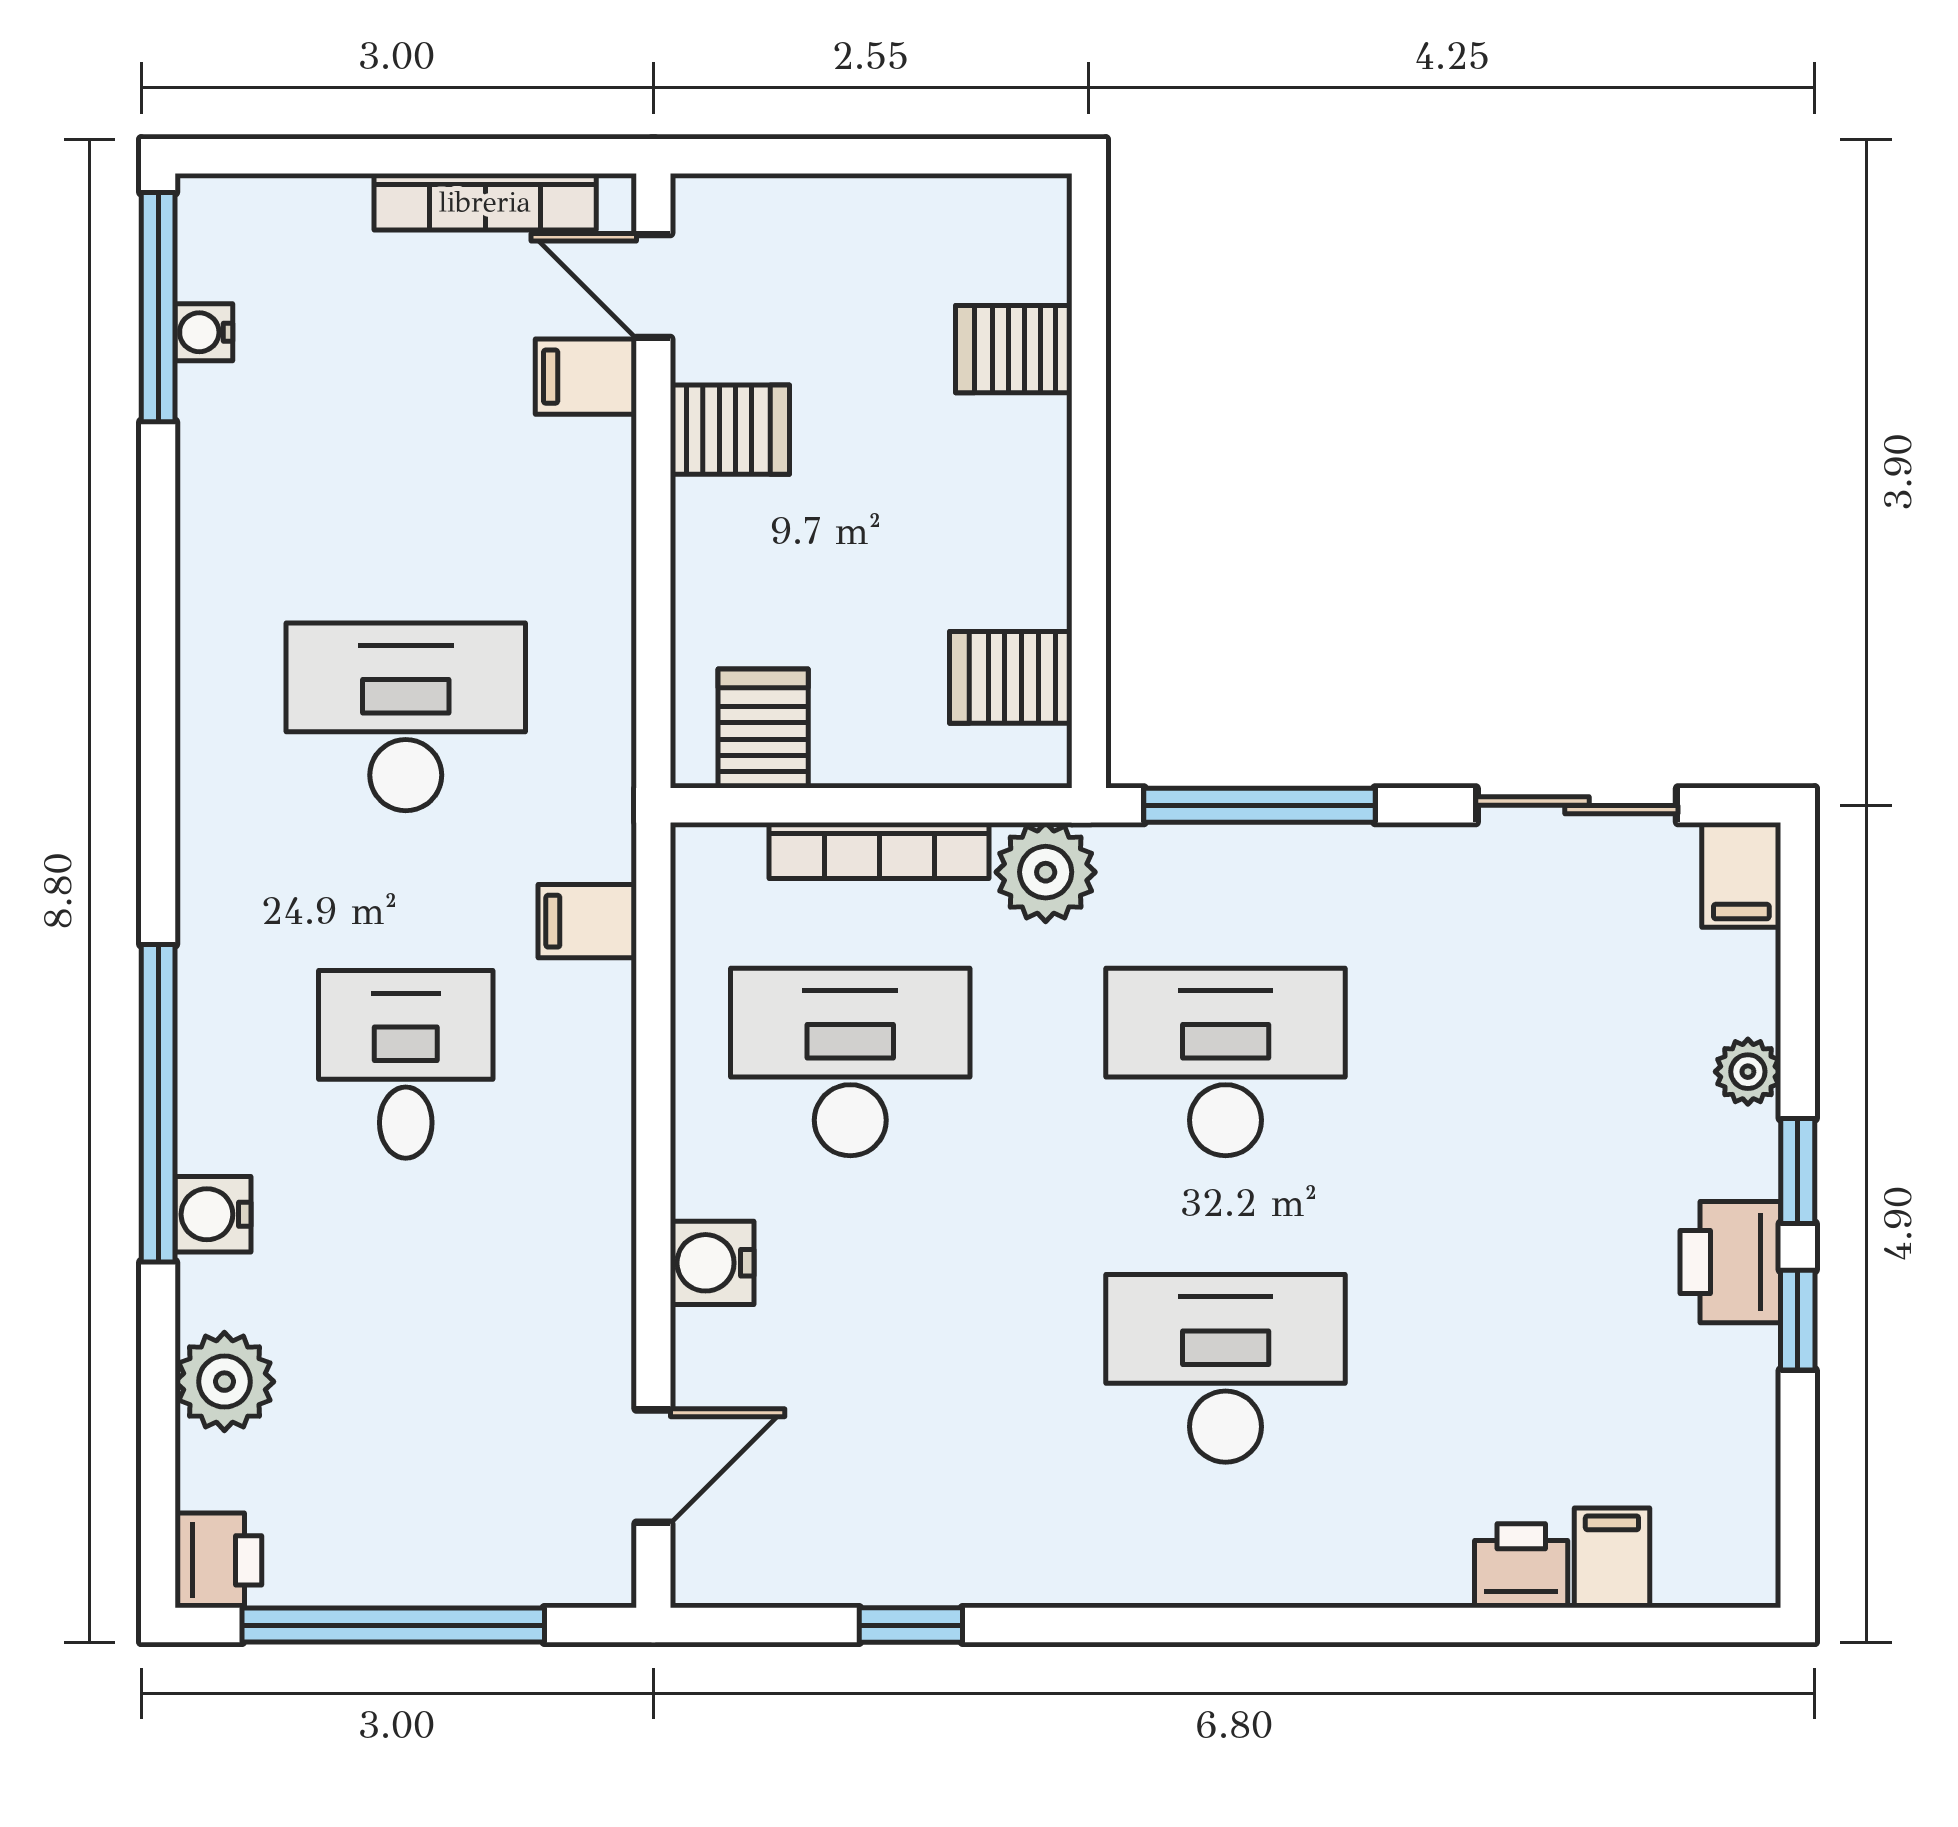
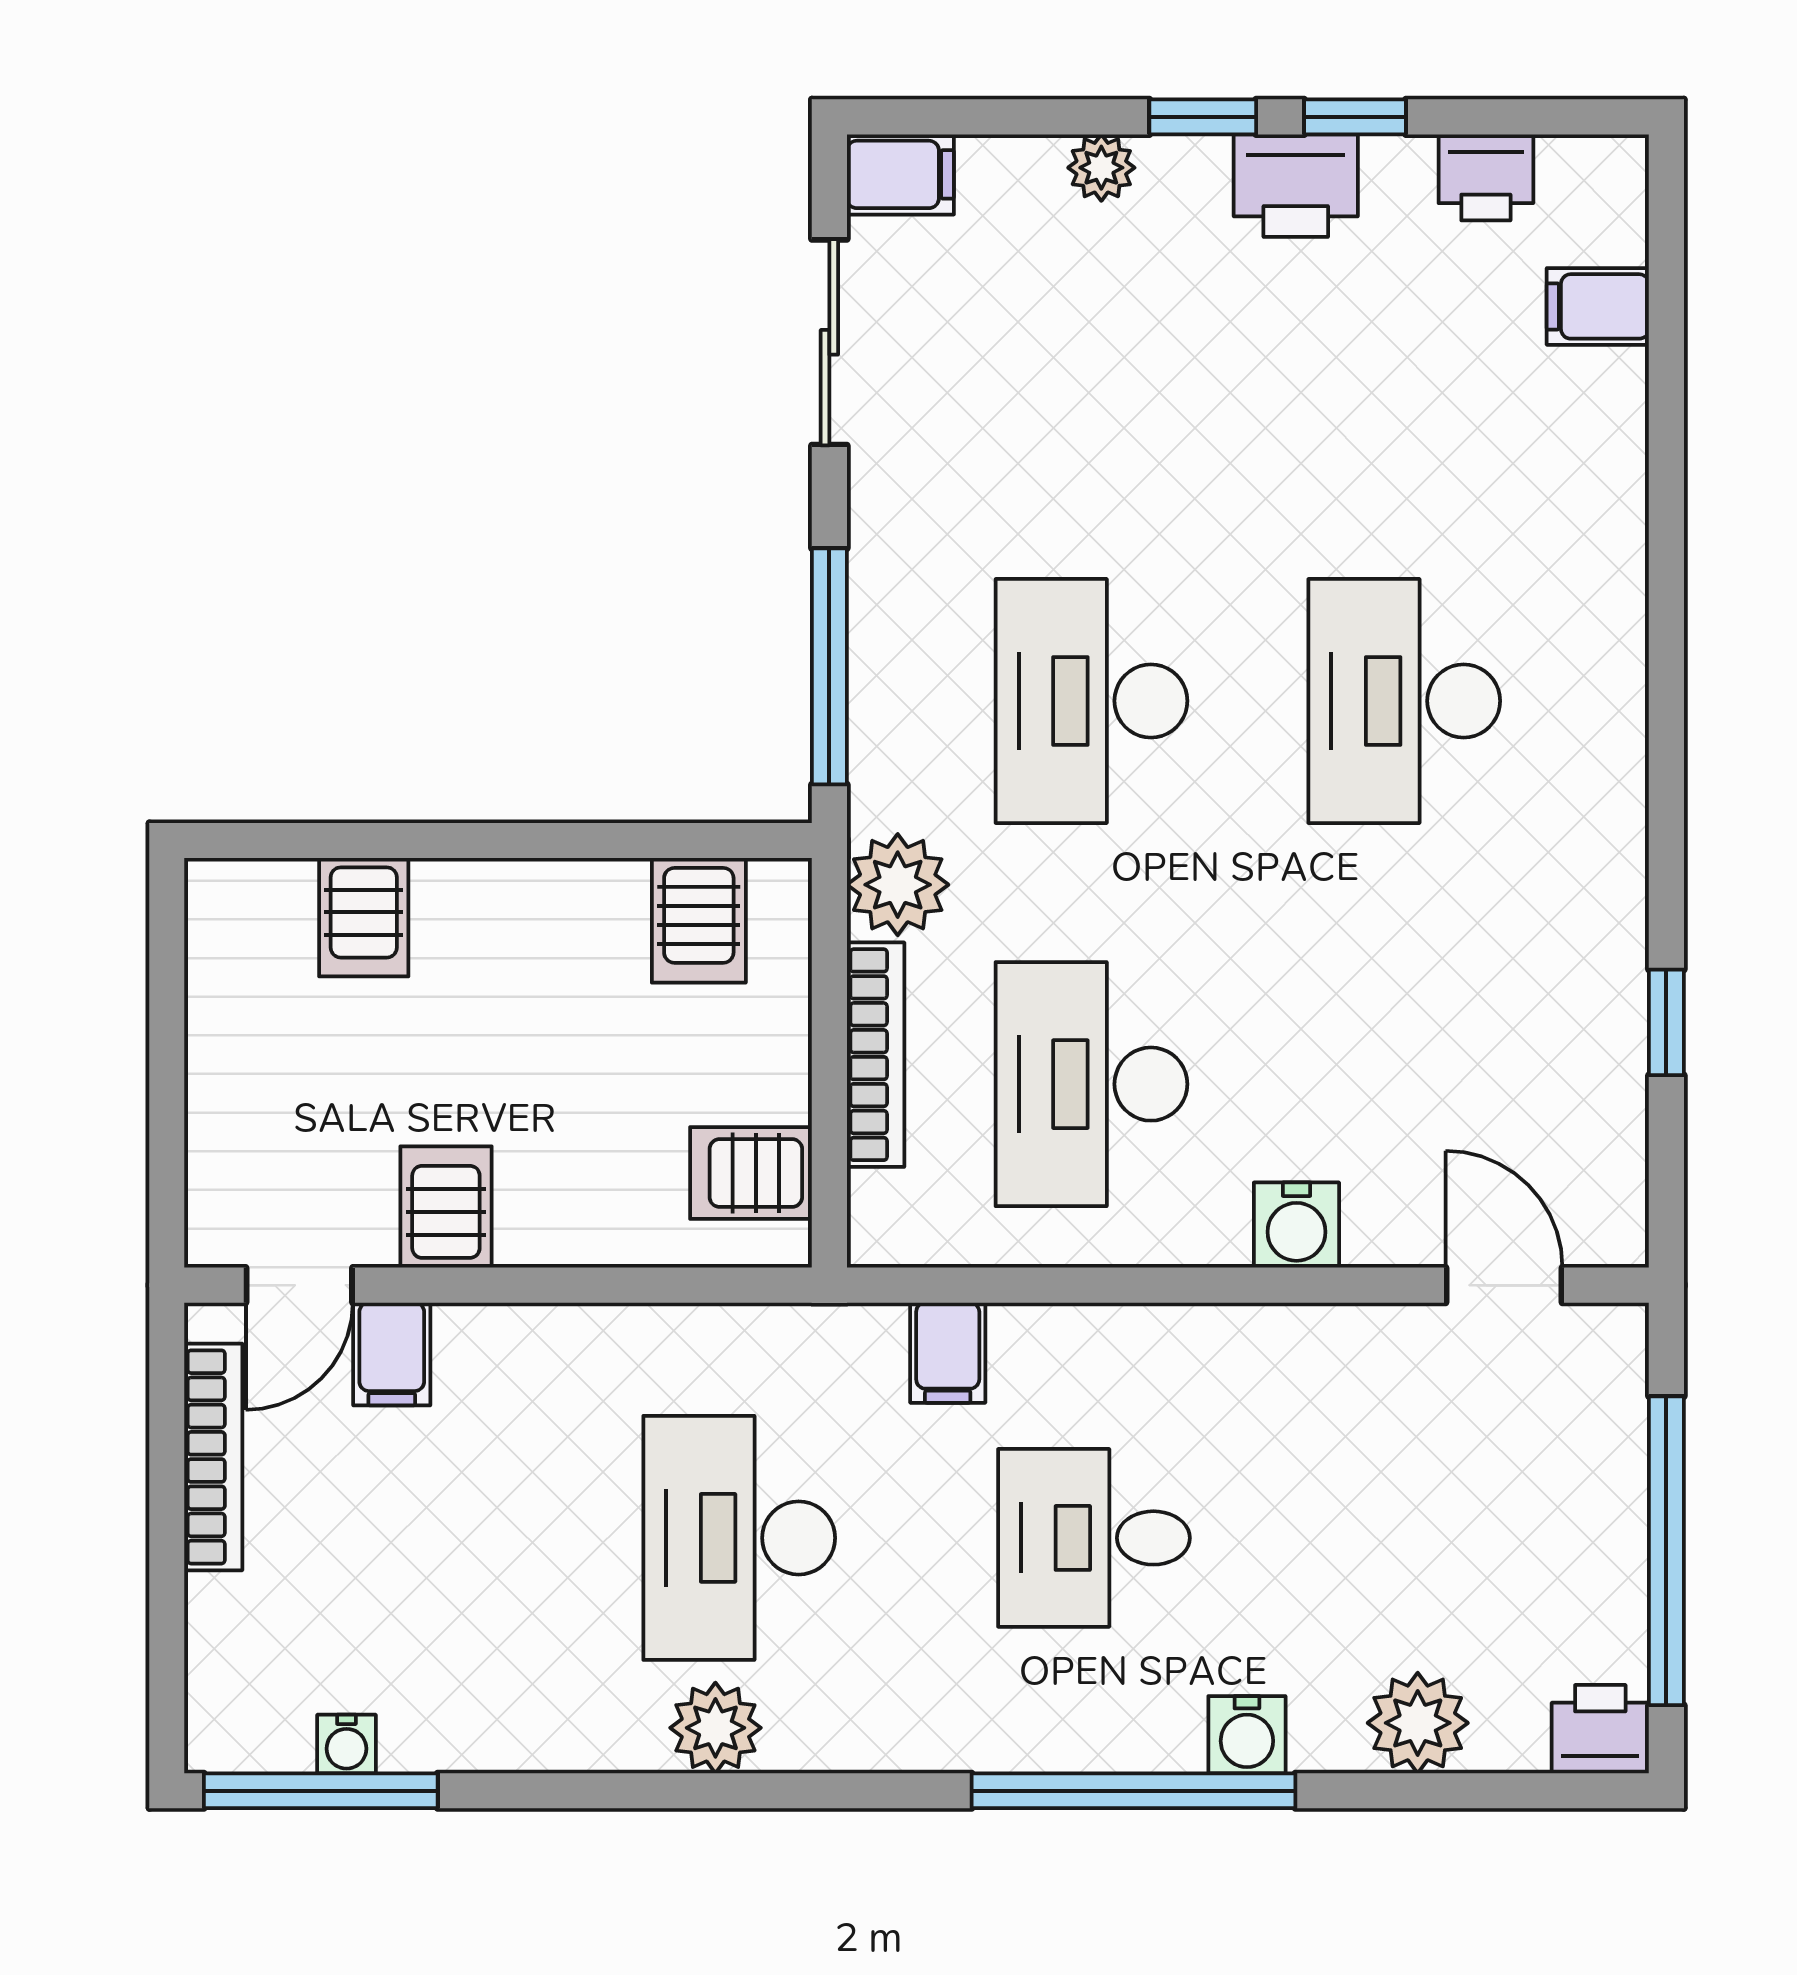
plant: (220, 694) -> (715, 1728), added
printer: (1521, 1566) -> (1486, 177), moved, turned -90

